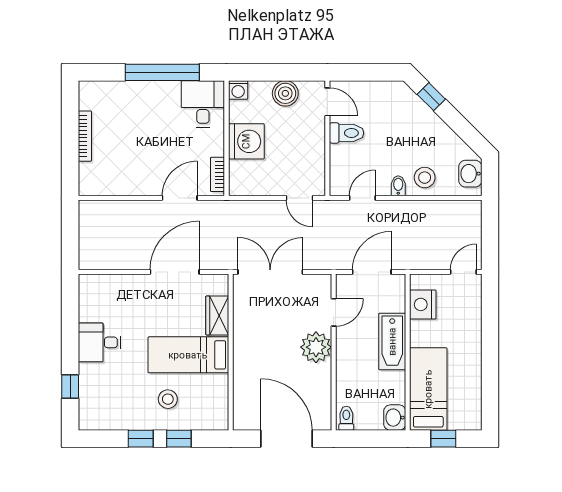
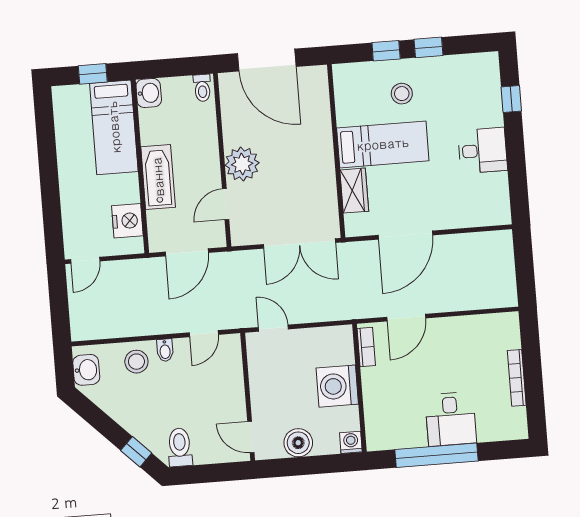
desk: (203, 104) -> (451, 419), moved
toilet: (347, 133) -> (180, 447), moved, turned 90

